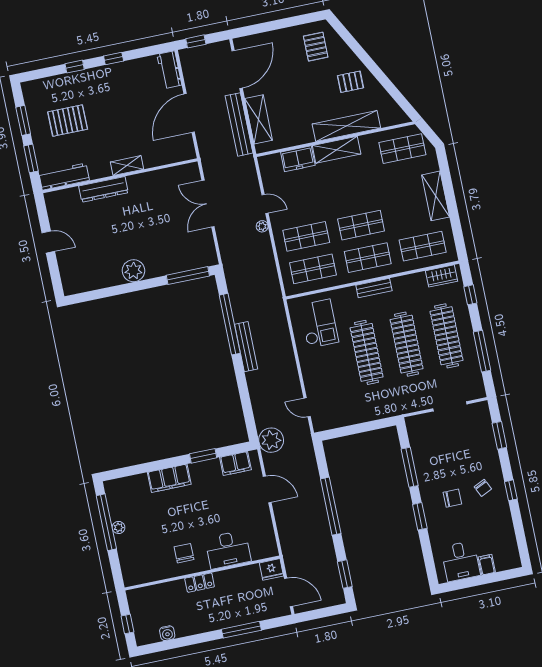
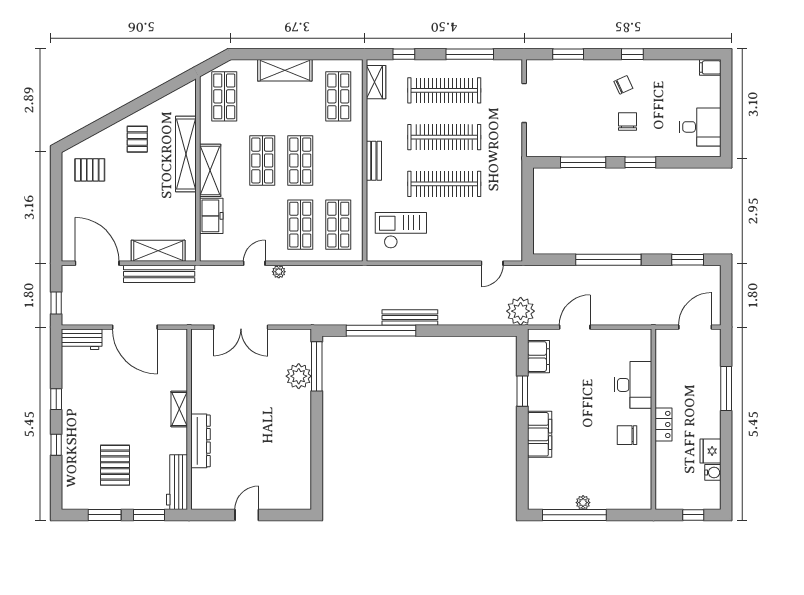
shop shelf: (368, 258) -> (262, 160), moved
plant: (133, 271) -> (299, 376), moved
filing cabinet: (487, 565) -> (710, 67), moved
fridge: (271, 569) -> (710, 451), moved, turned 180

